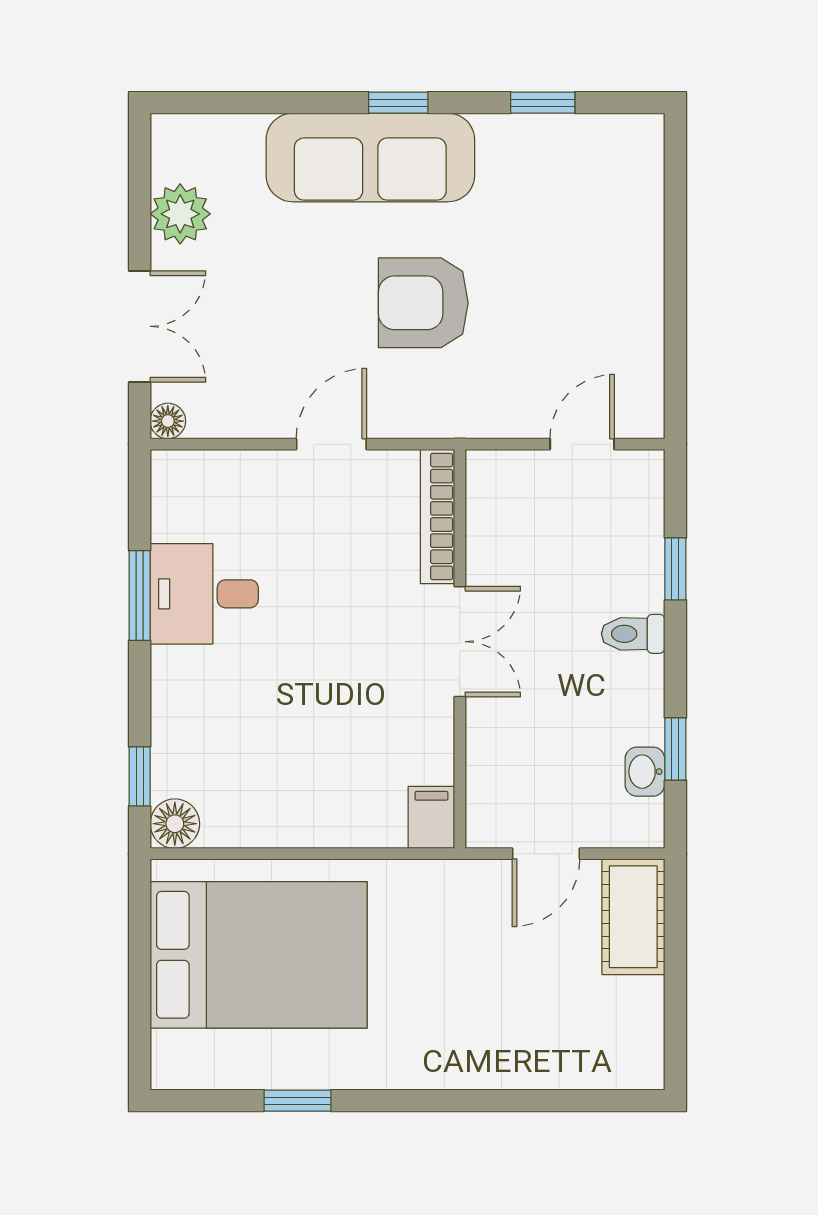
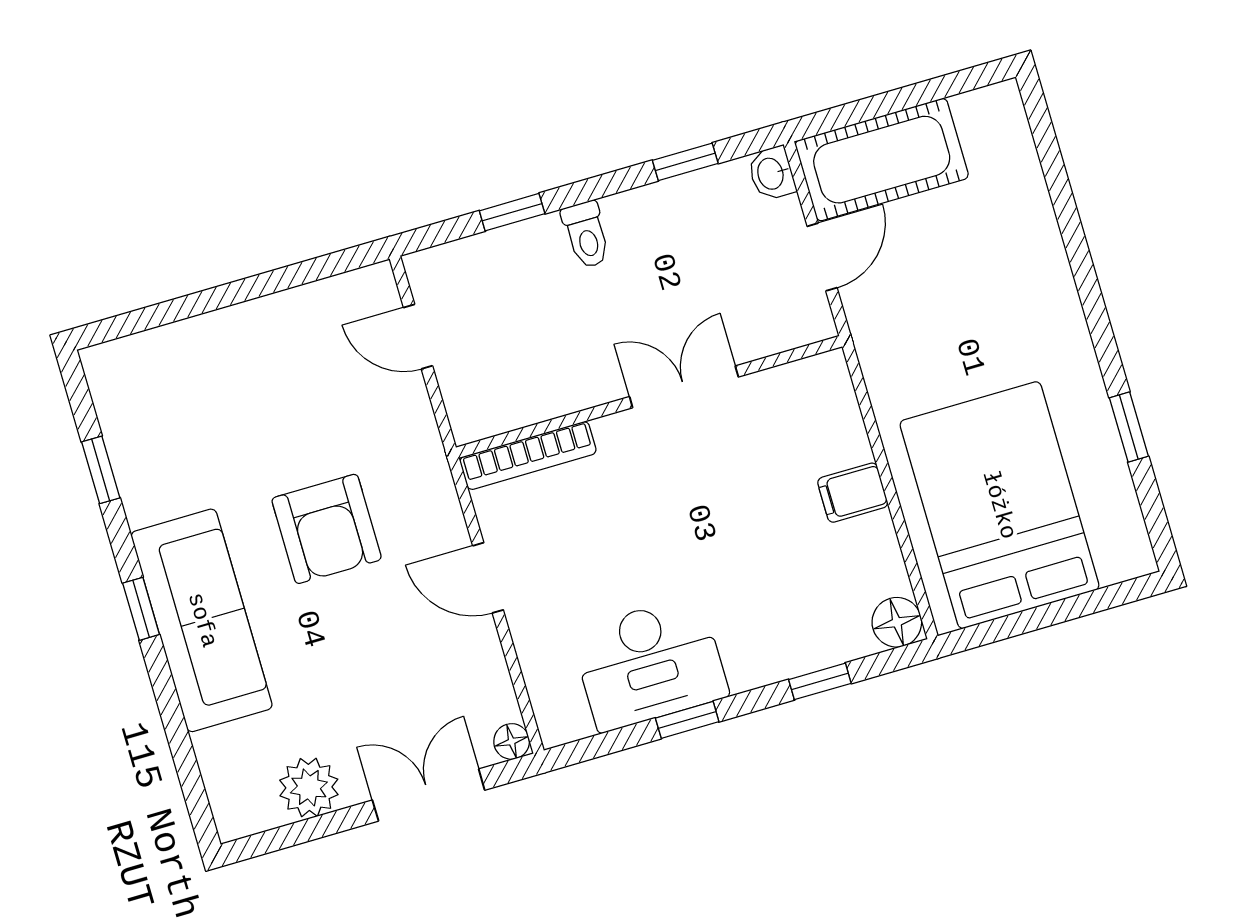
desk: (204, 594) -> (650, 663), width x1.37
window: (140, 595) -> (687, 720), width x0.67
double door: (460, 642) -> (684, 387), moved
washbasin: (645, 772) -> (772, 173), moved, turned 90
window: (140, 776) -> (820, 681), moved
filing cabinet: (431, 817) -> (853, 493), moved
door: (546, 854) -> (822, 257), hinge flipped
cot: (633, 917) -> (882, 160), width x1.37, depth x1.34

